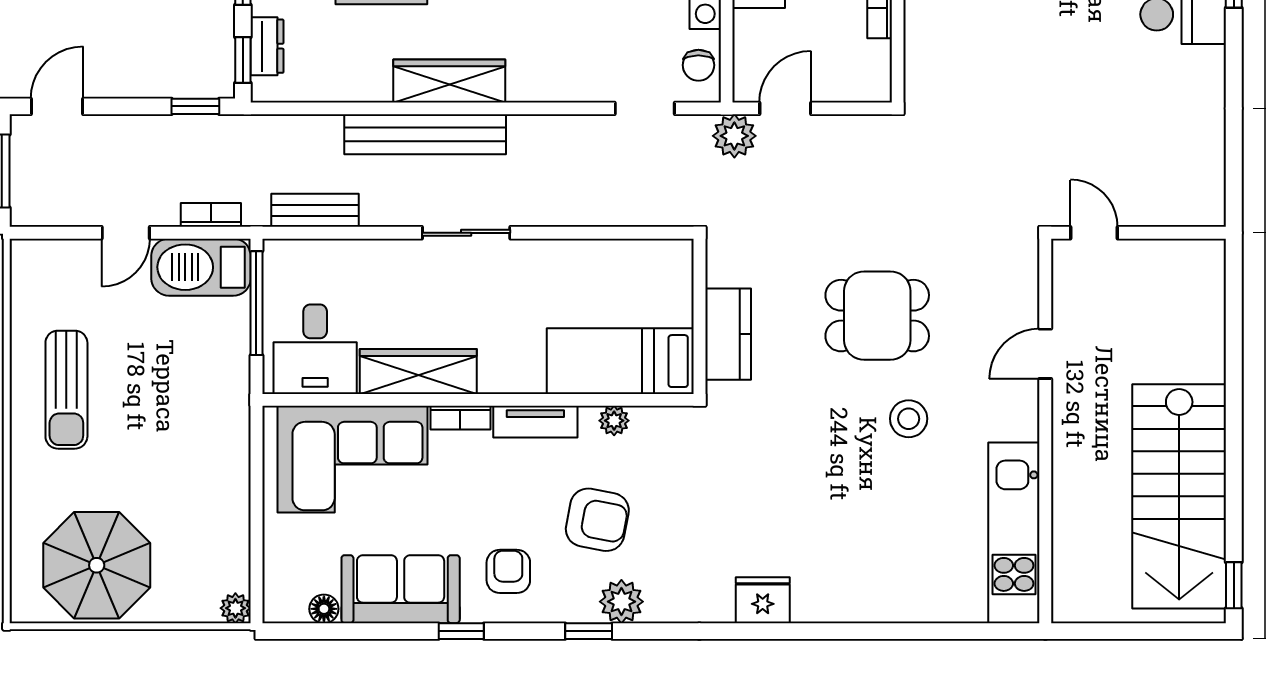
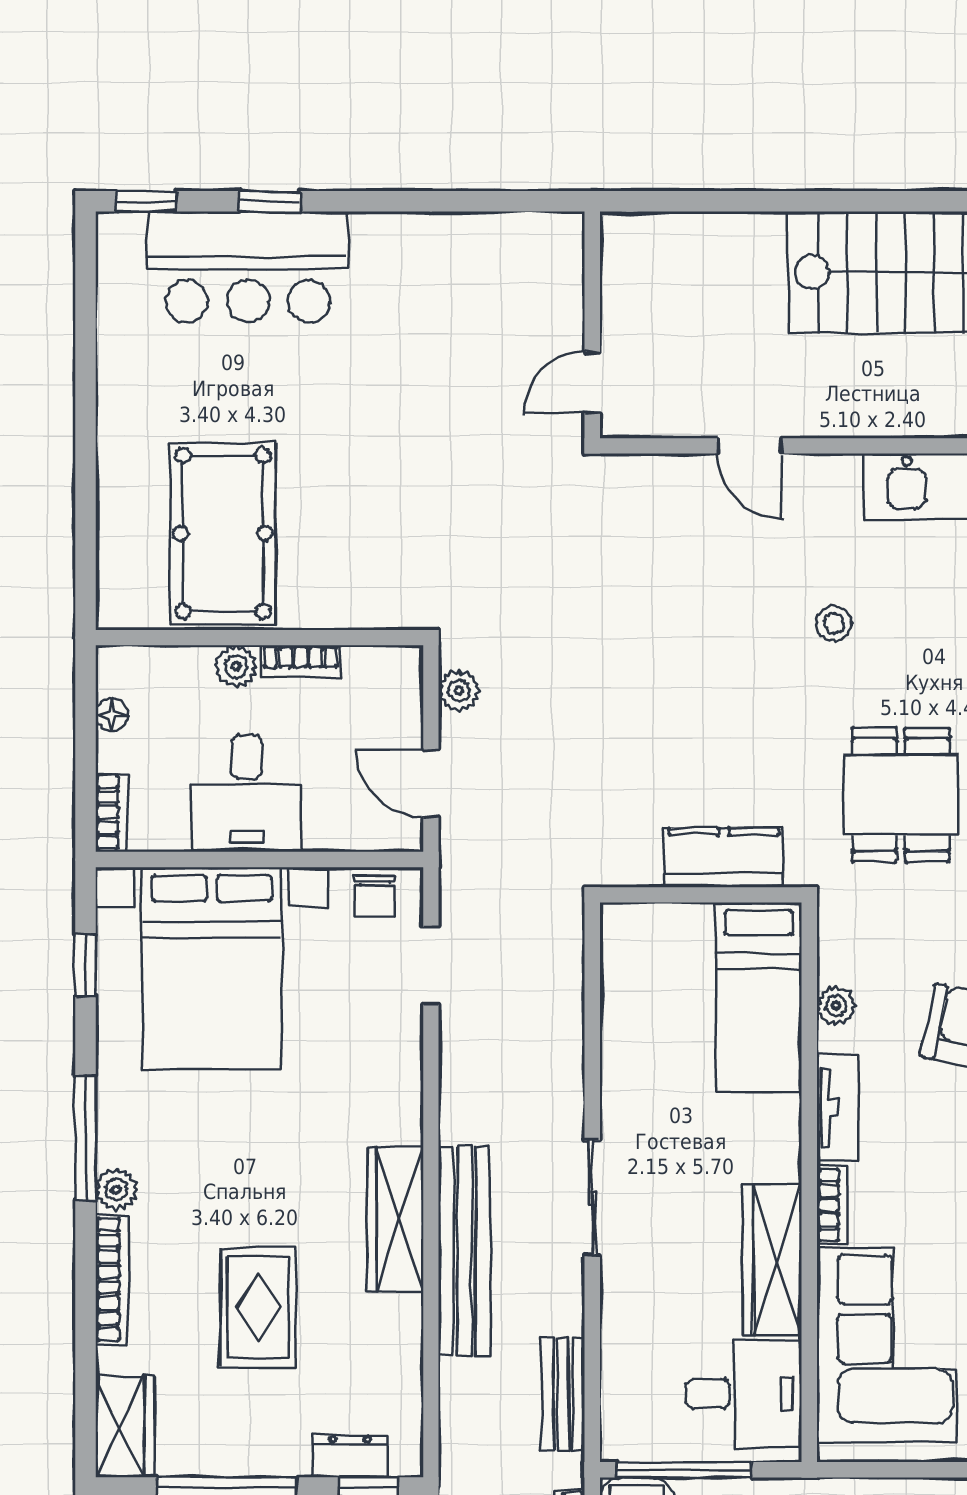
chair: (698, 65) -> (375, 896), turned 90
plant: (734, 136) -> (459, 691), moved, width x0.73, depth x0.73
dining table: (877, 316) -> (901, 795), moved
stool: (909, 419) -> (834, 623), width x0.73, depth x0.73

